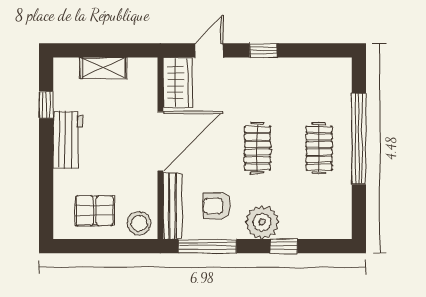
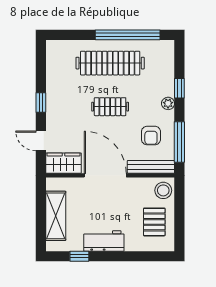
shelving: (103, 68) -> (56, 216), width x1.50, depth x1.33
window: (359, 139) -> (128, 35), moved
clothes rail: (319, 148) -> (110, 63), width x1.86, depth x1.31
plant: (262, 222) -> (168, 103), width x0.53, depth x0.53

